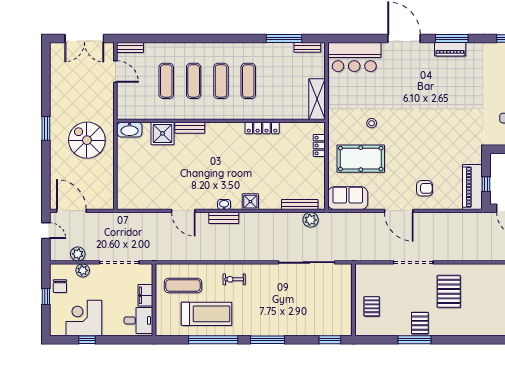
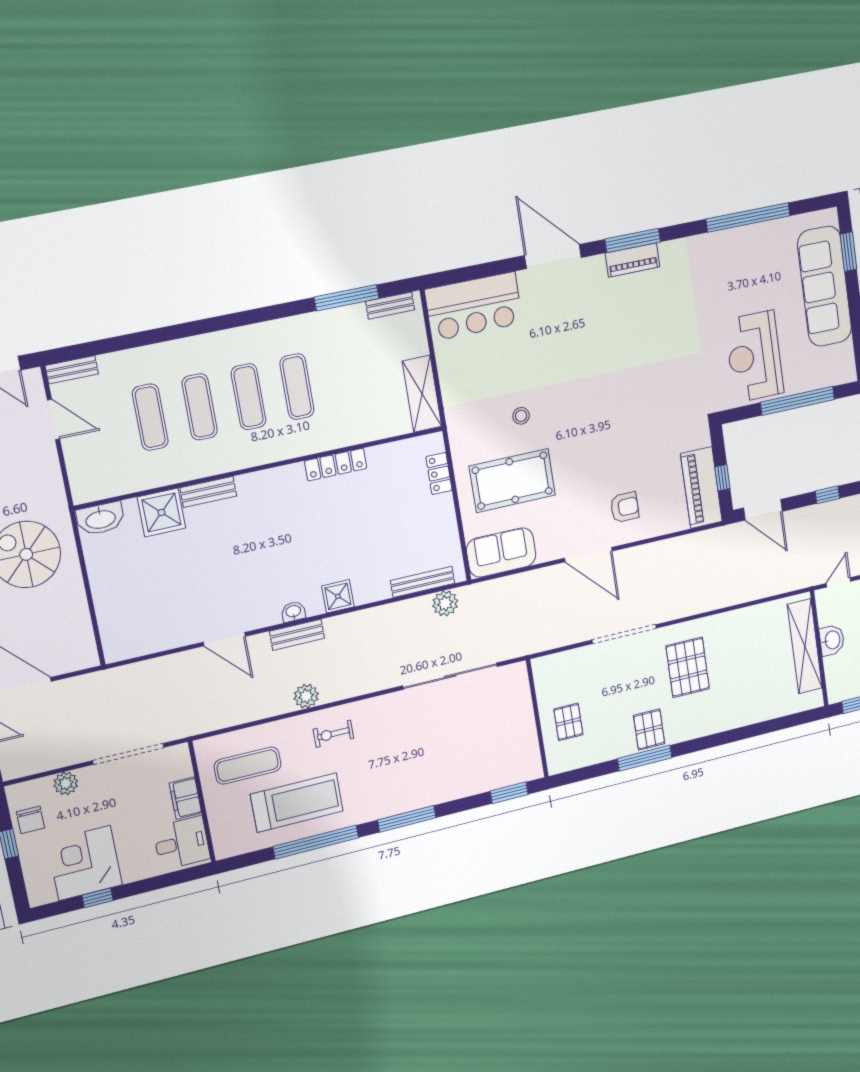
plant: (78, 254) -> (306, 696), moved

